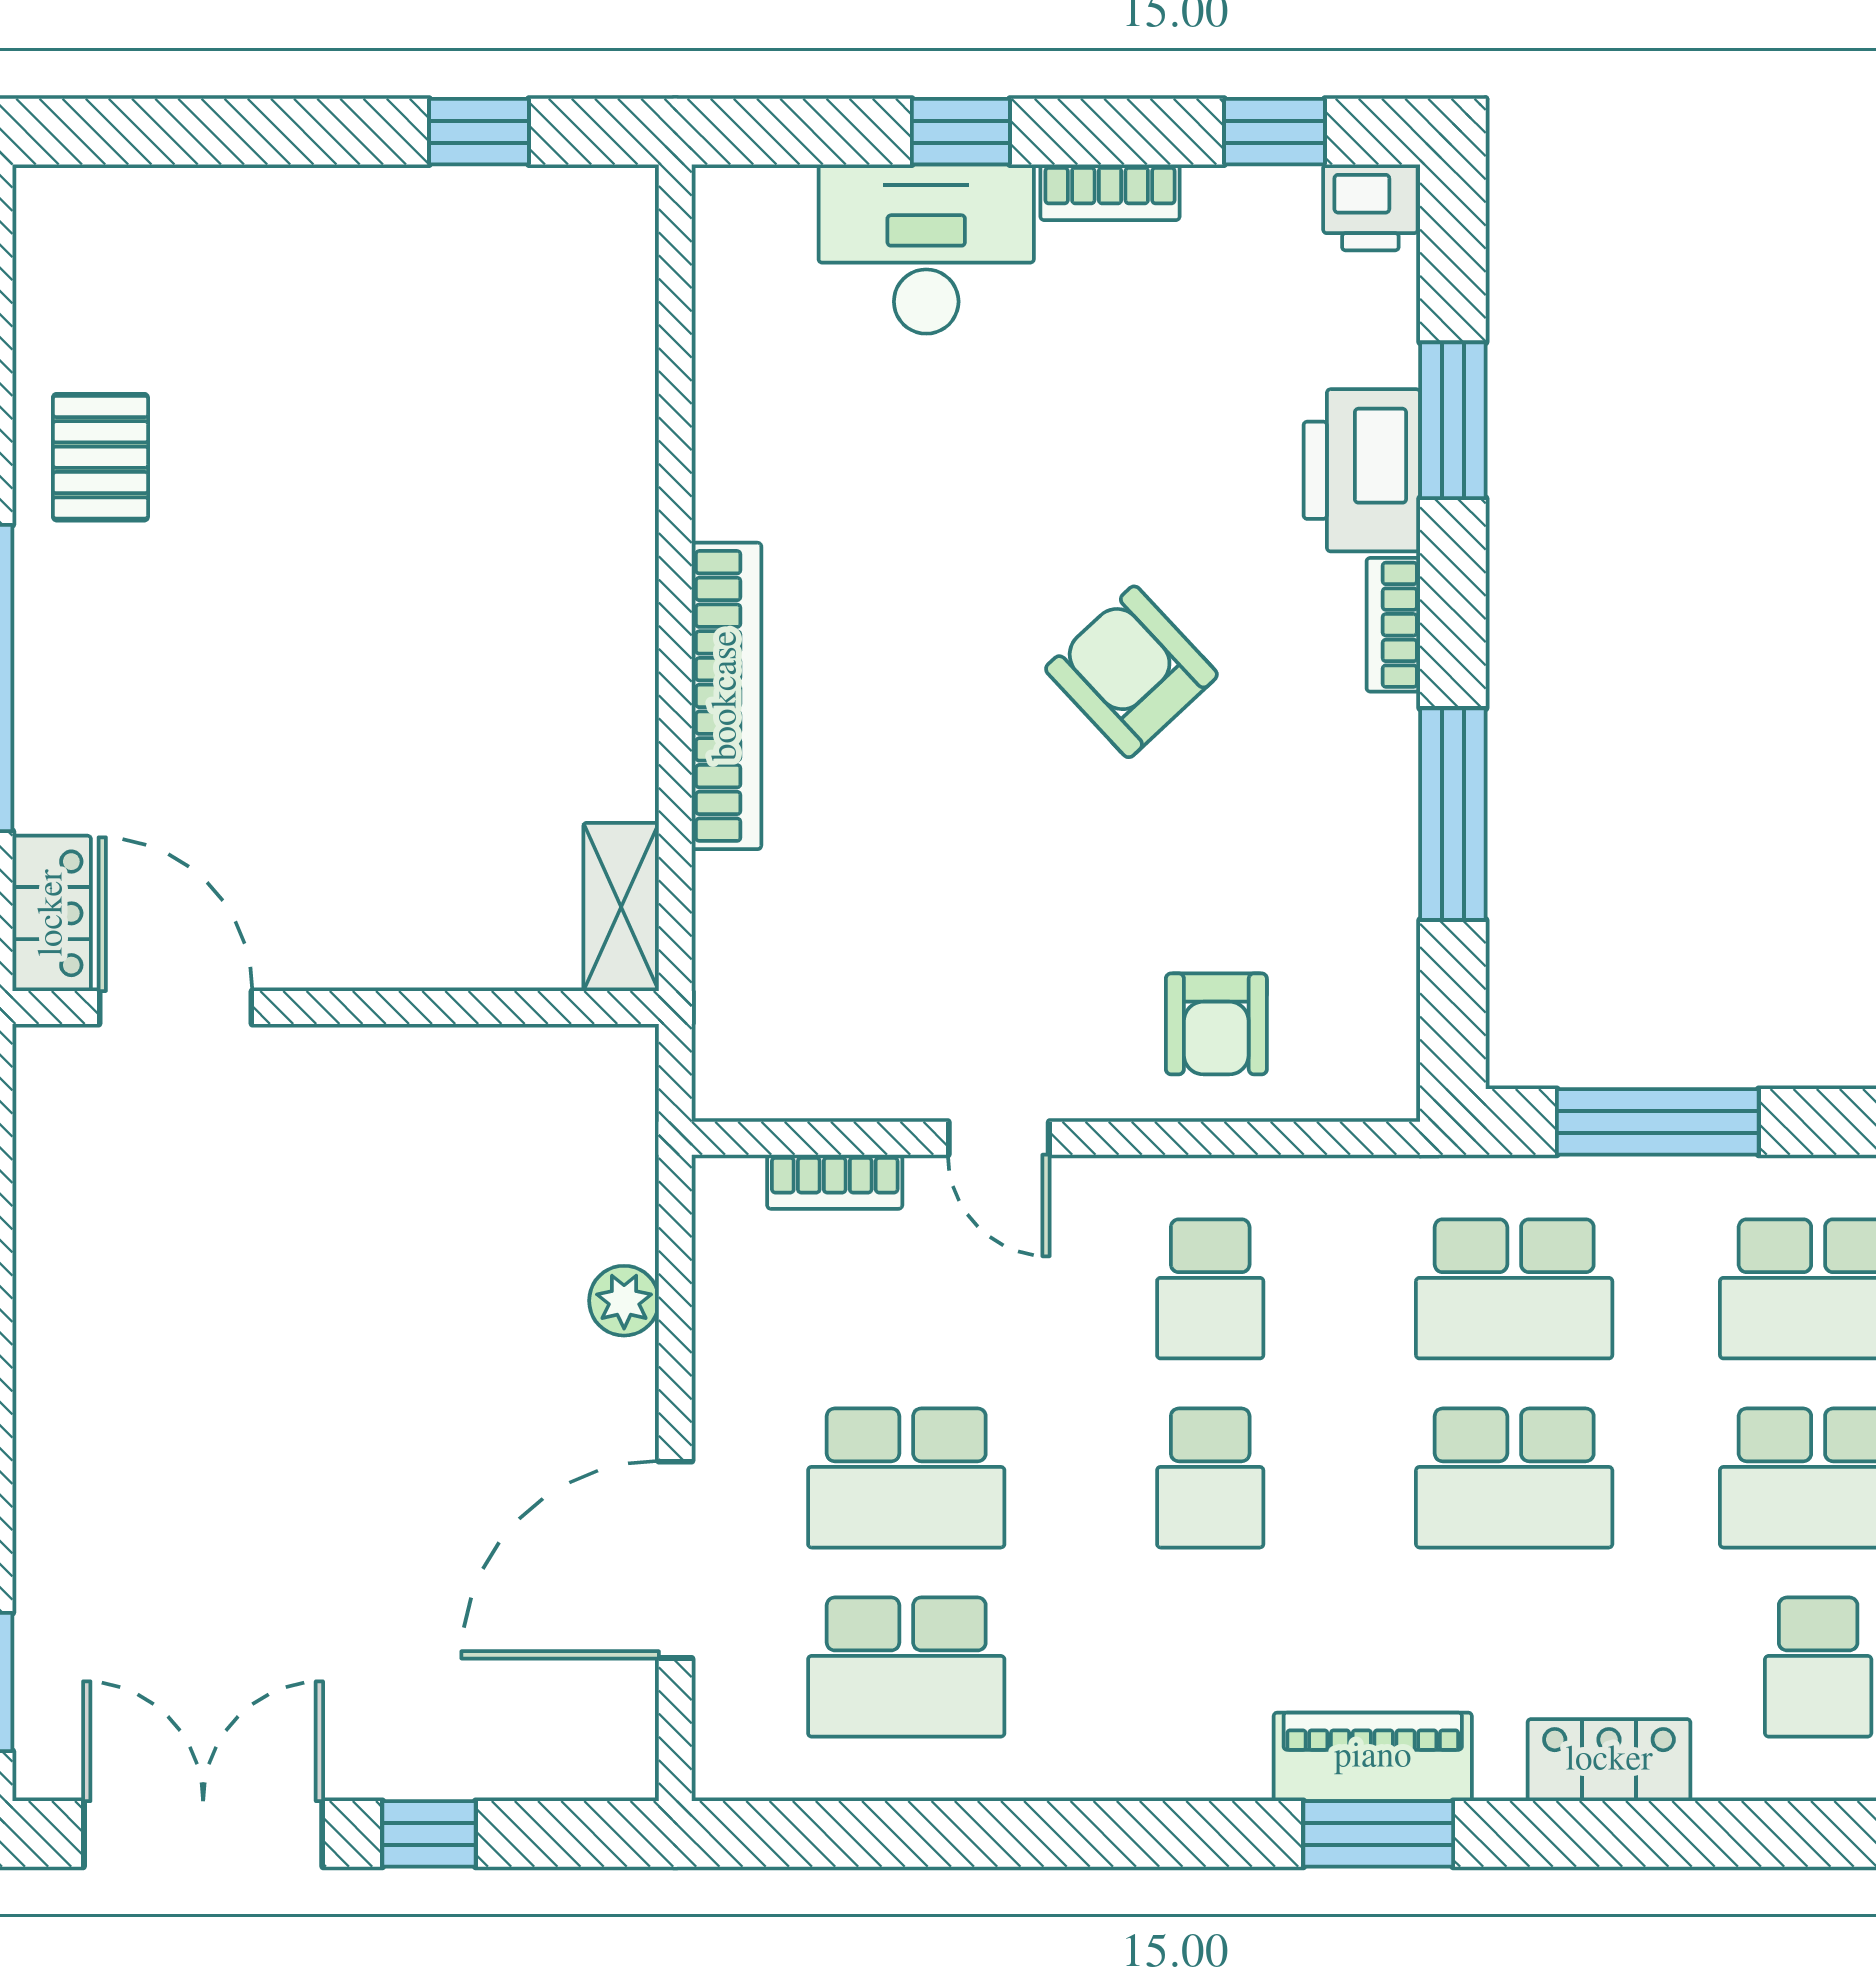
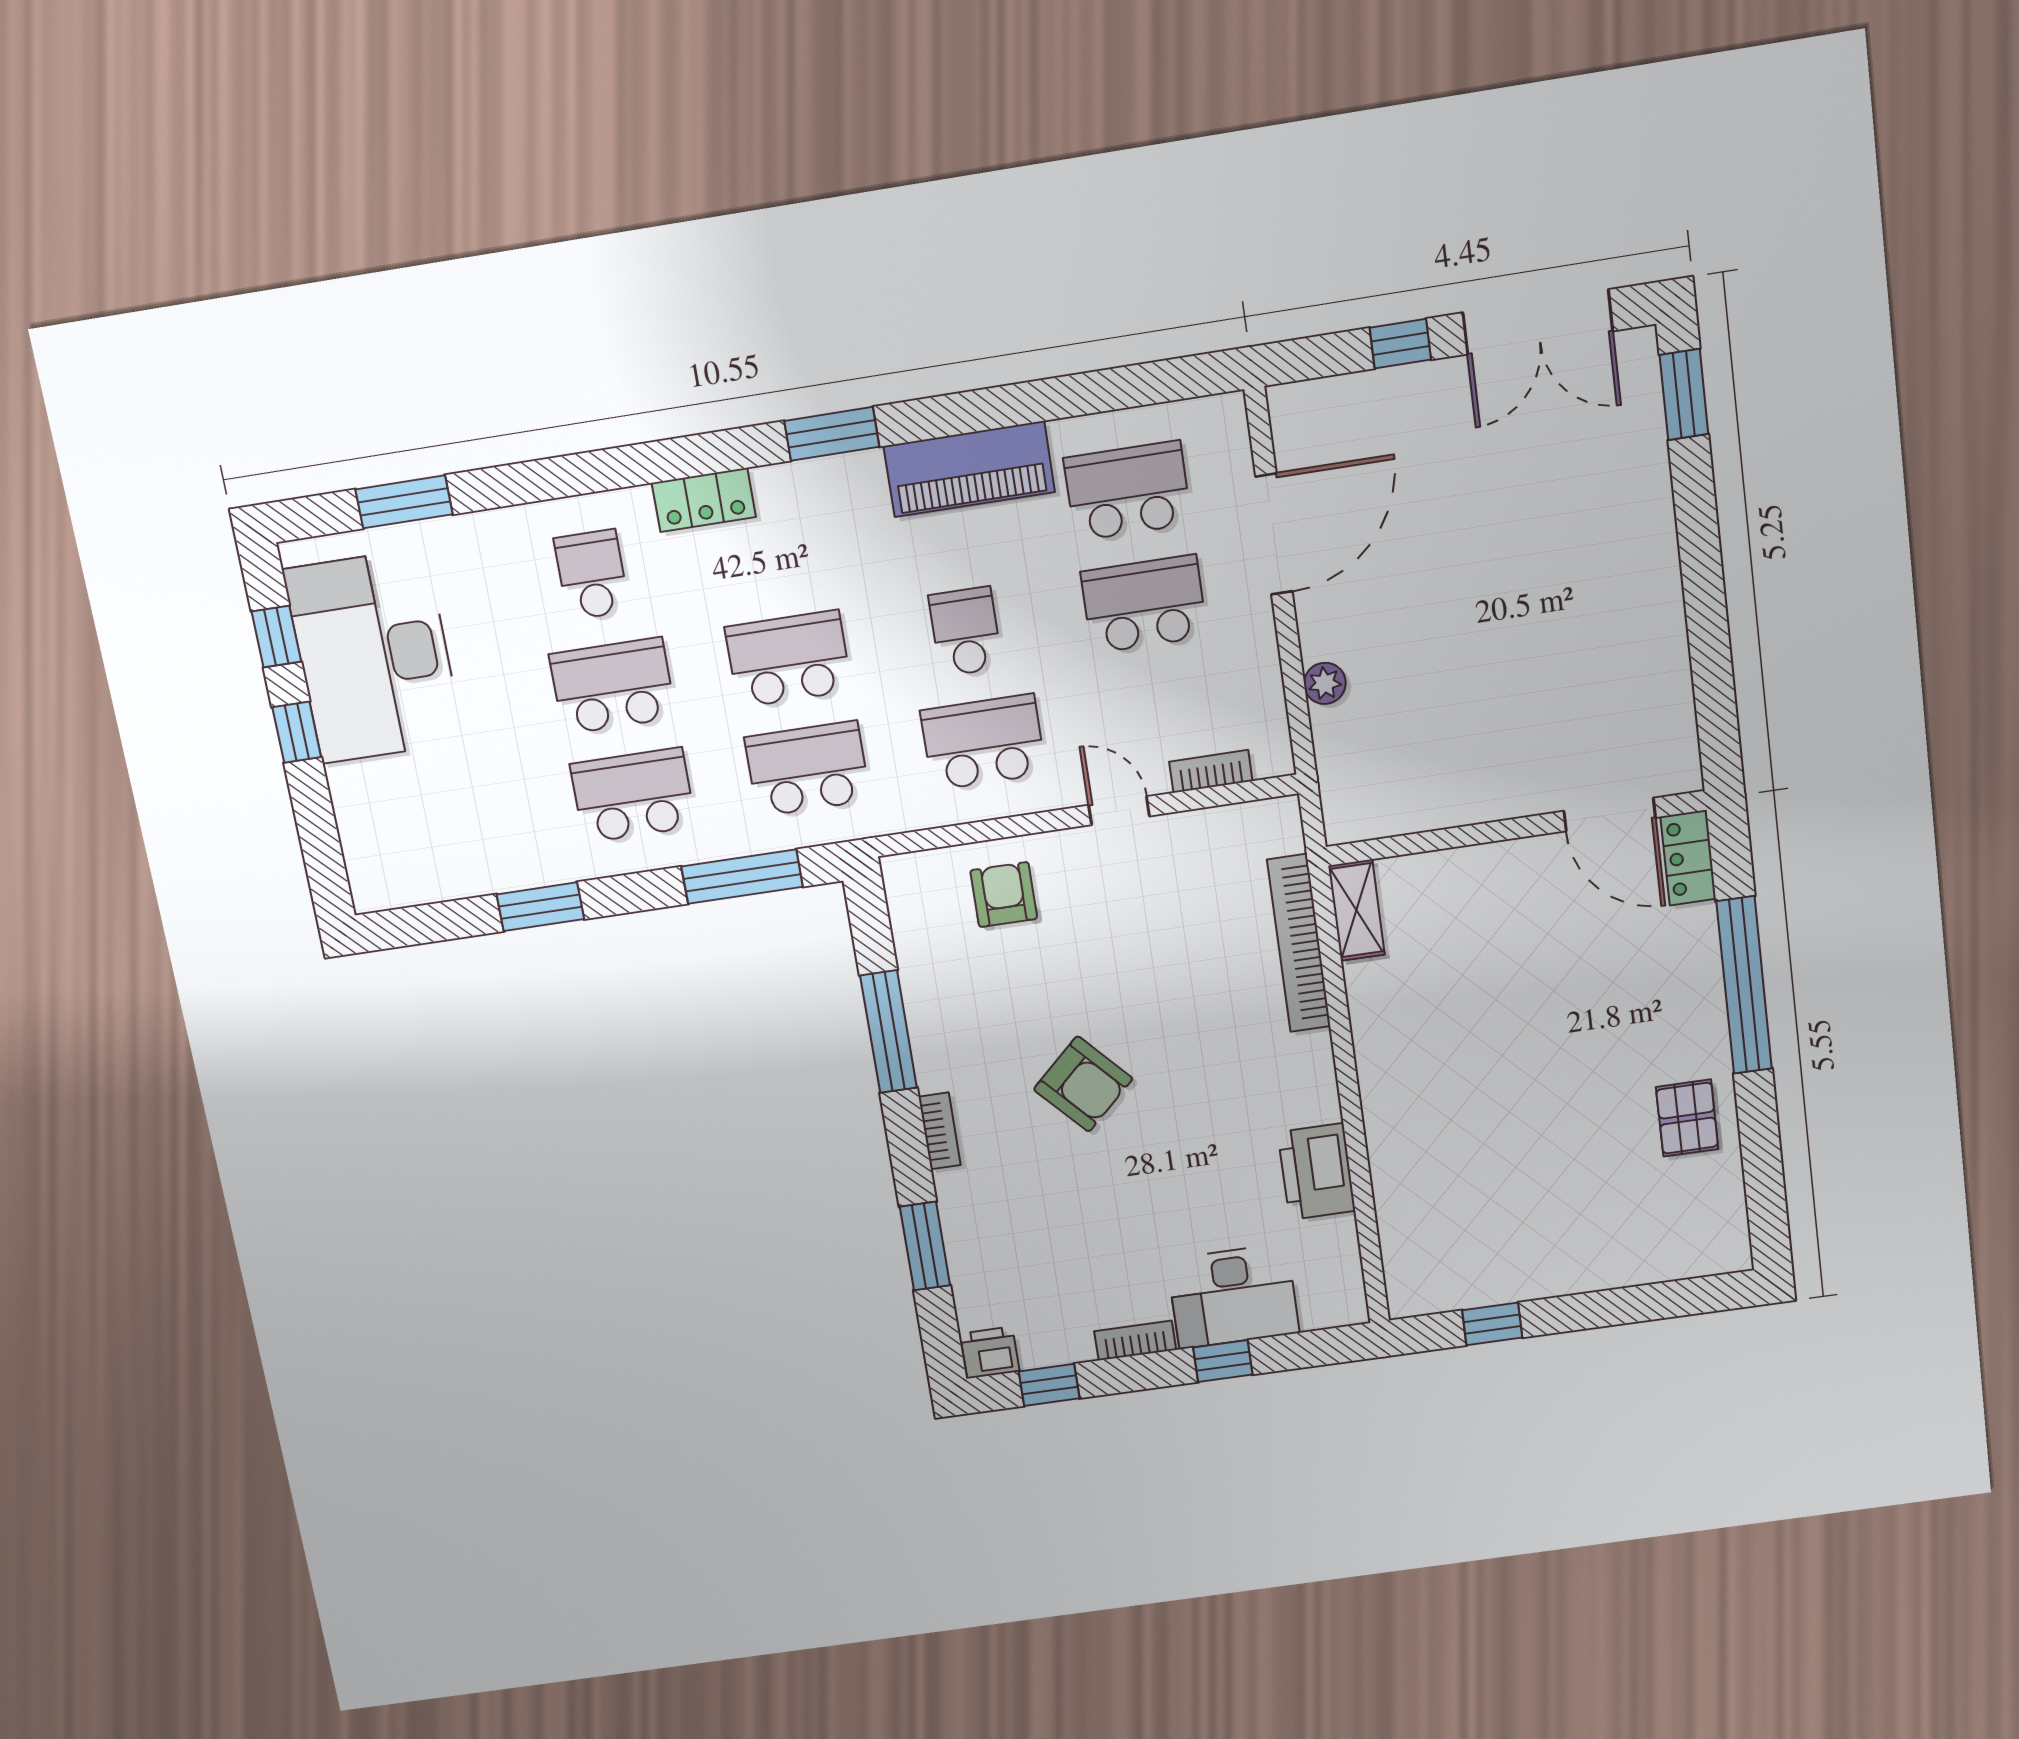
printer: (1362, 470) -> (1317, 1172), moved, turned 180
bookcase: (726, 696) -> (1299, 943), moved
school desk: (1210, 1289) -> (983, 742), width x1.85
piano: (1373, 1757) -> (969, 469), moved, width x1.37, depth x1.33

